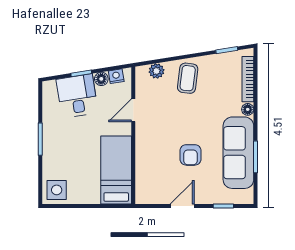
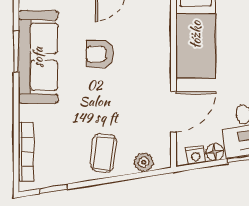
floor lamp: (248, 109) -> (26, 113), removed
door: (133, 110) -> (174, 111), width x1.38
armchair: (190, 155) -> (100, 54), turned -90

